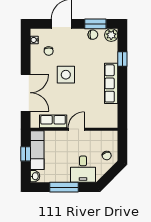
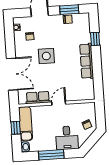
plant: (111, 35) -> (84, 19), removed

